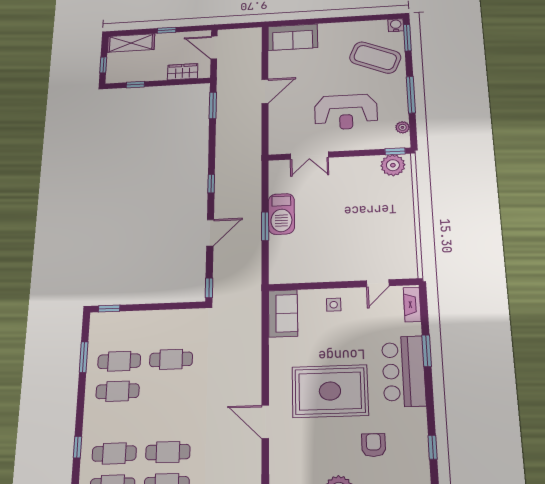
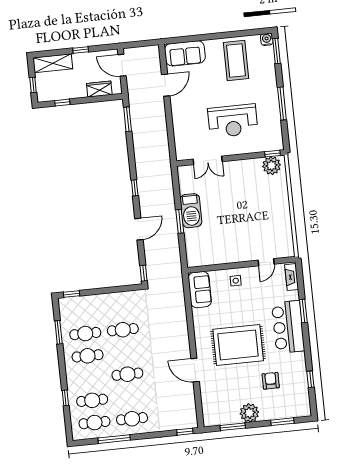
coffee table: (375, 58) -> (236, 61), moved, turned 67
door: (265, 91) -> (166, 85), moved
plant: (402, 127) -> (277, 133), removed
cafe table: (168, 452) -> (127, 374), moved

